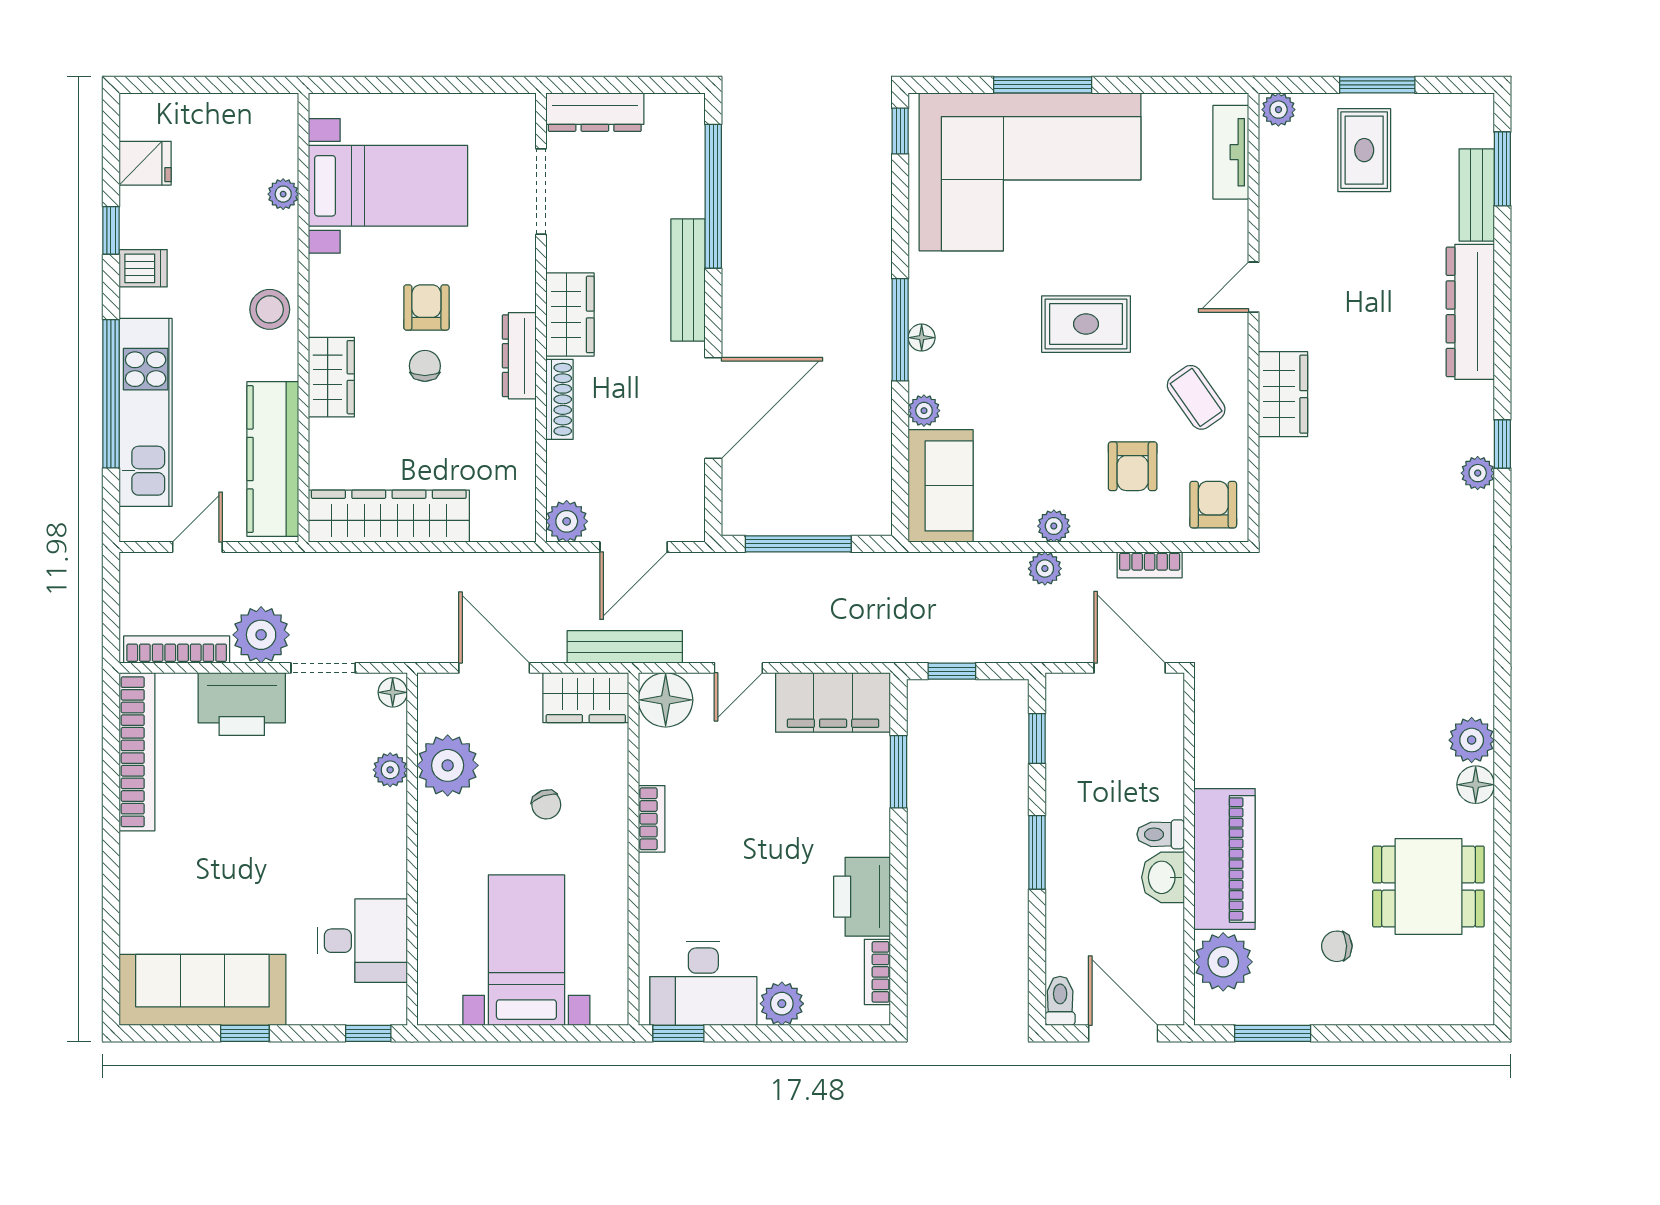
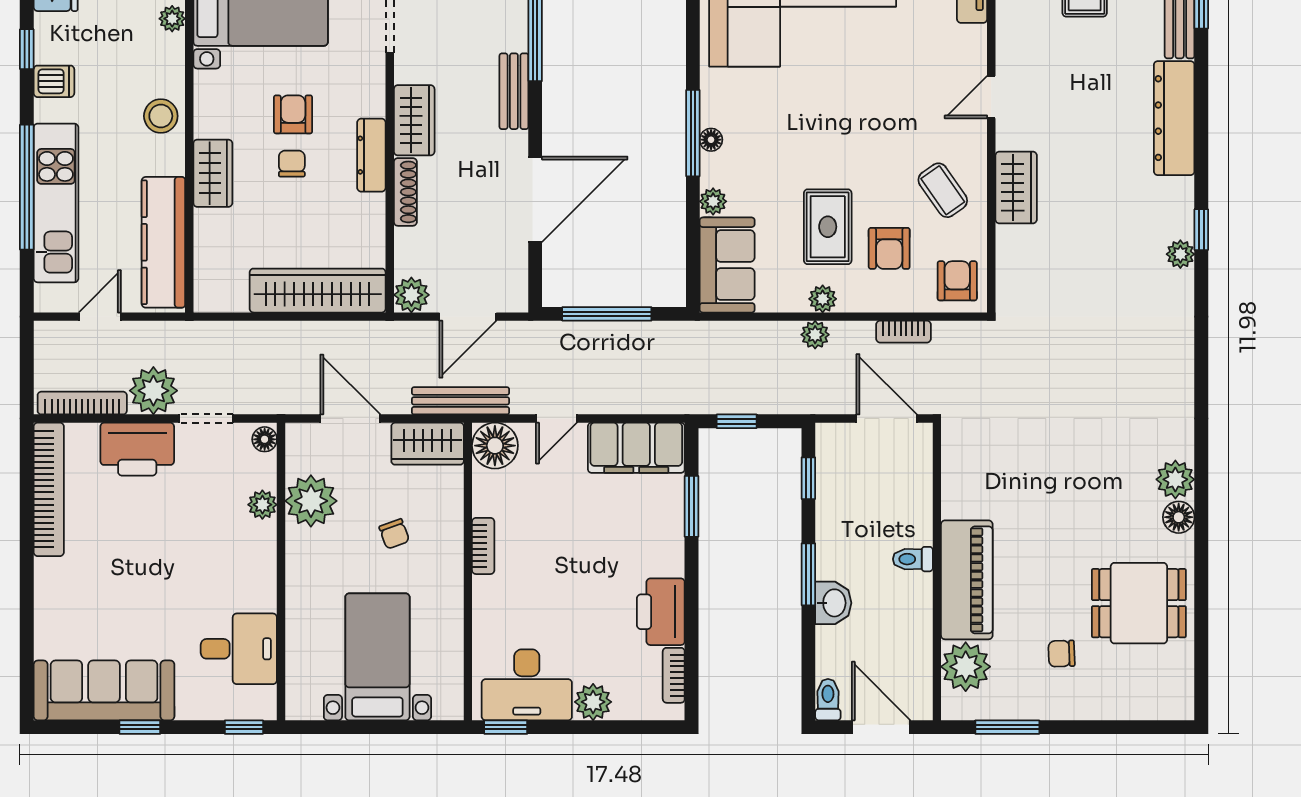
bench: (688, 280) -> (514, 91), width x0.73
rug: (1086, 324) -> (828, 227), moved, turned 90
wardrobe: (389, 516) -> (318, 291), moved
washbasin: (1163, 877) -> (833, 603), moved, turned 180

